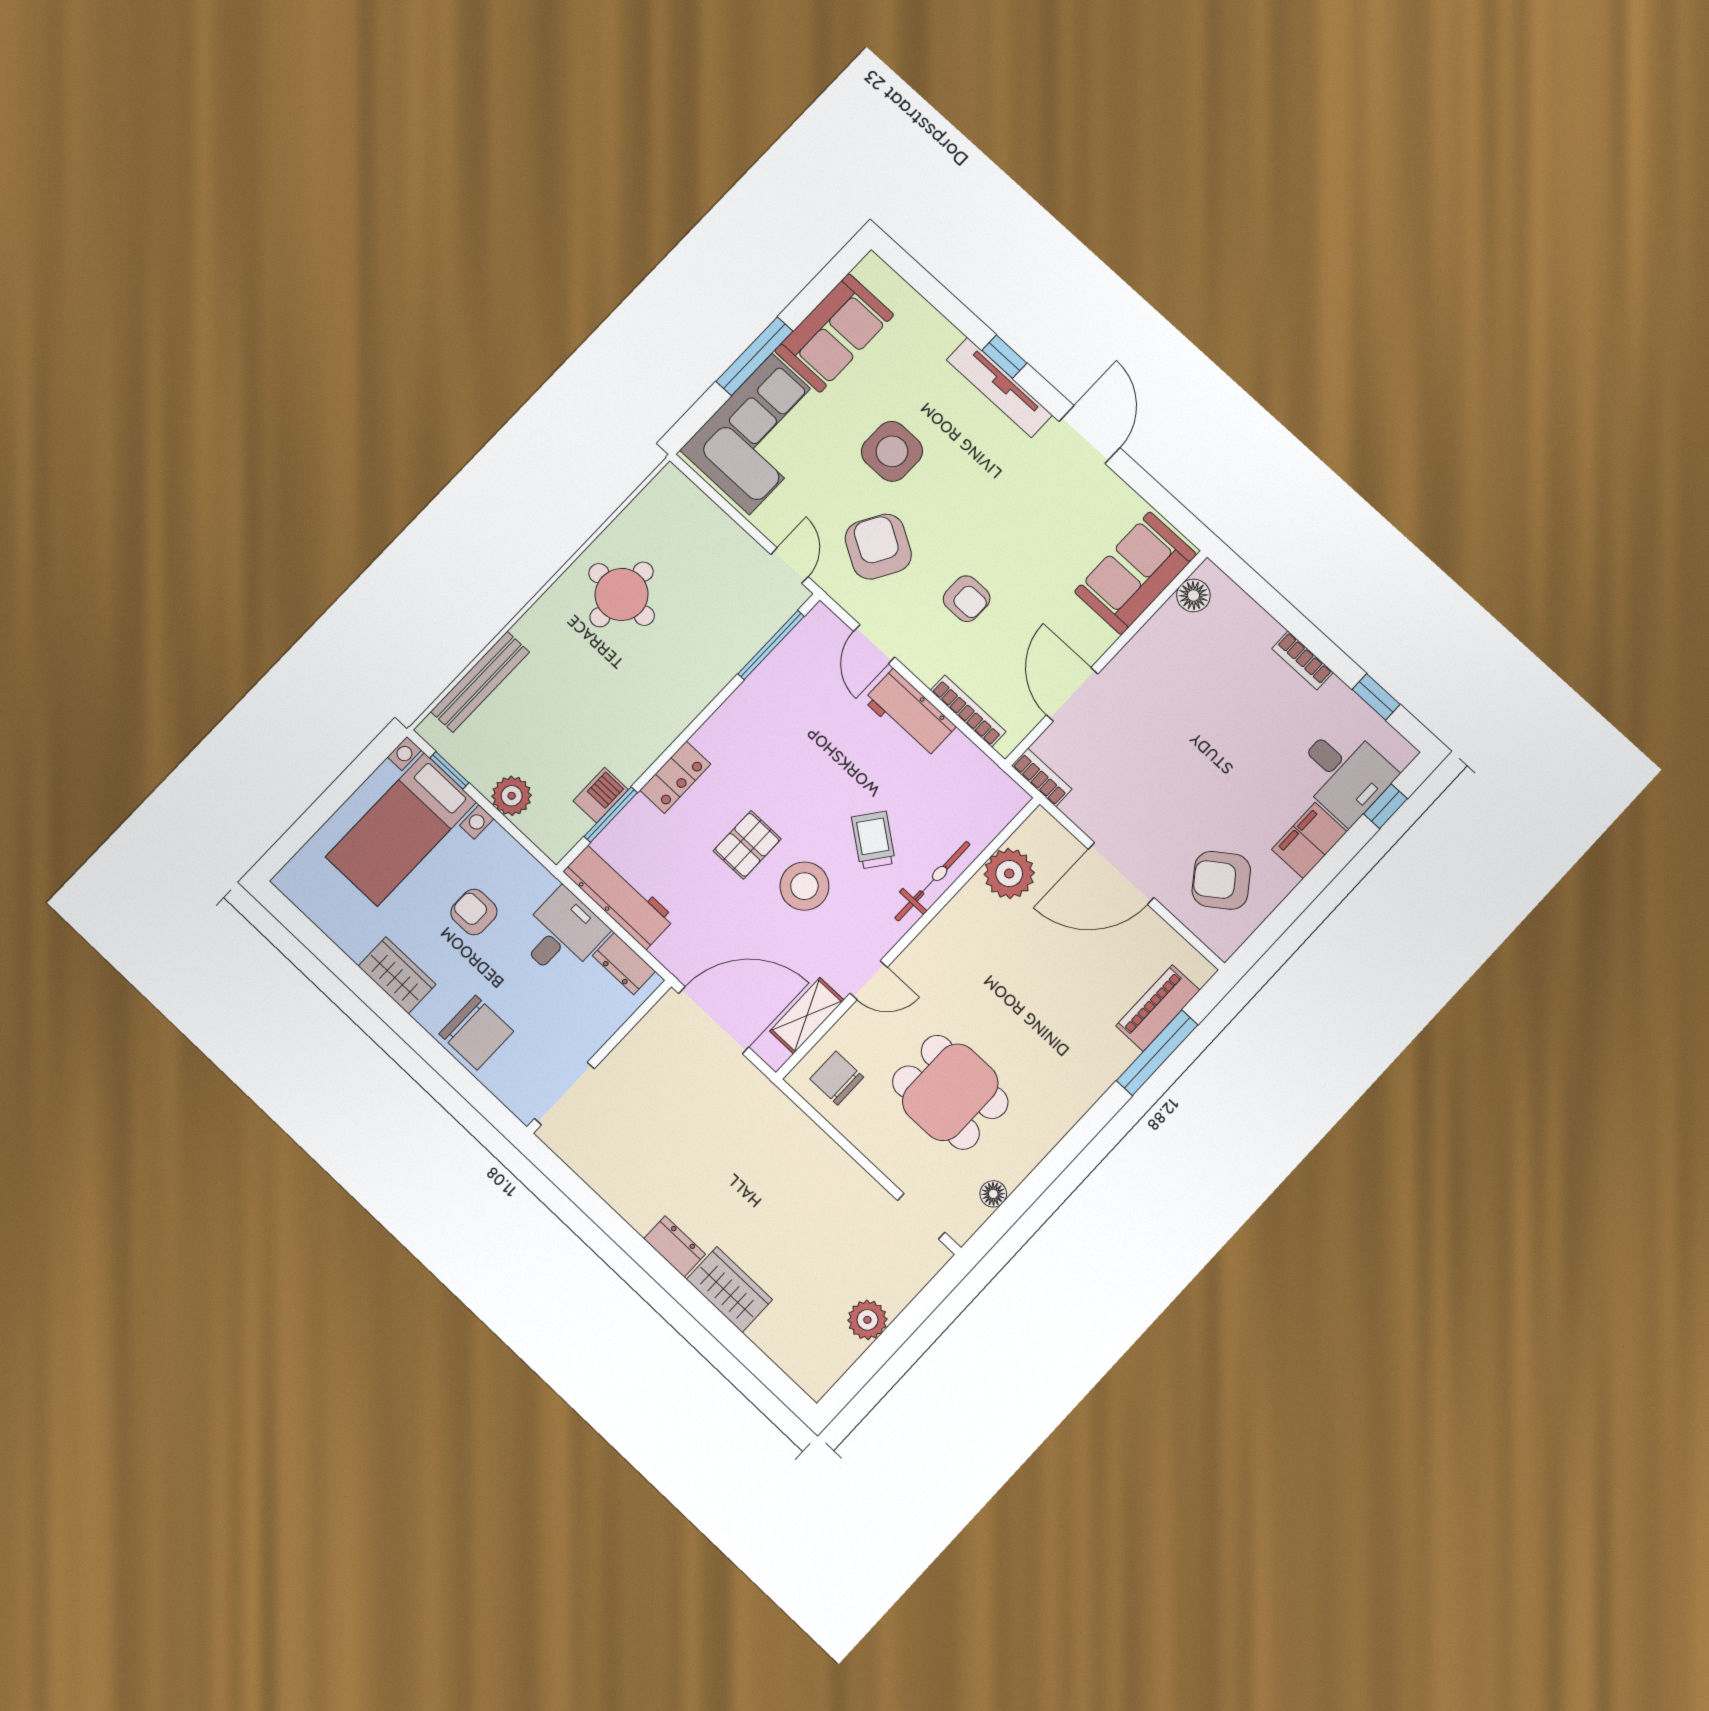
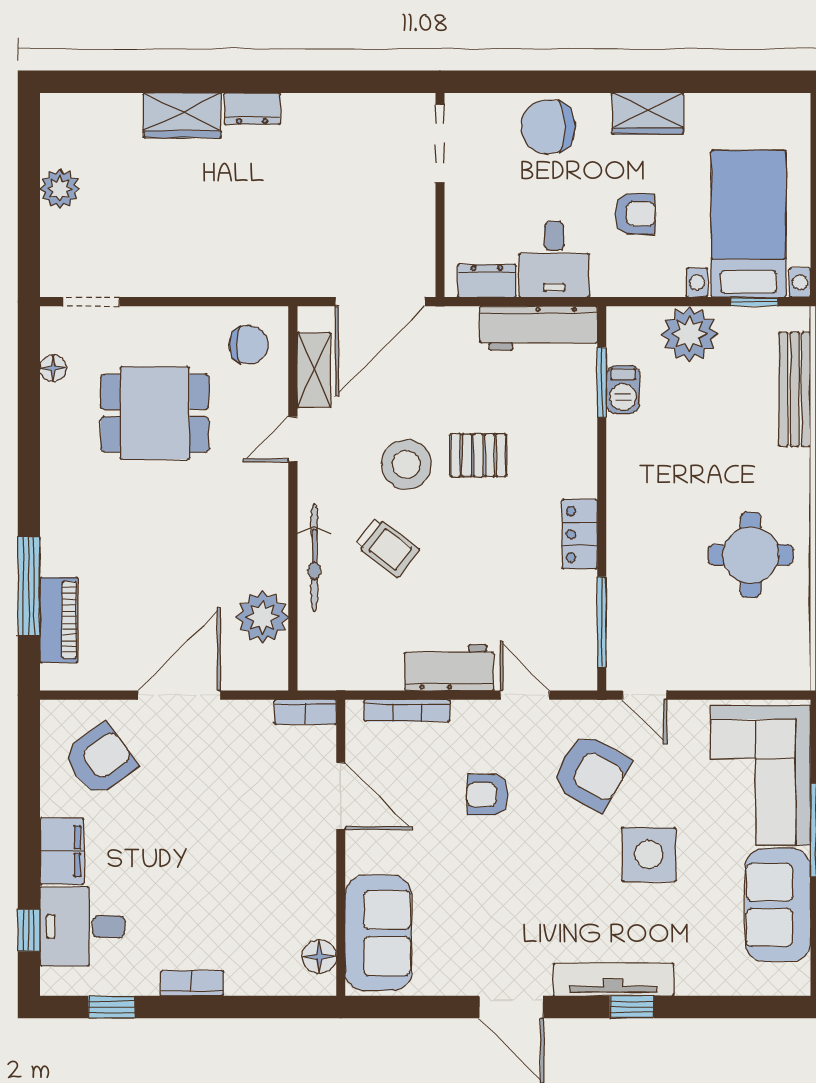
locker: (675, 777) -> (580, 534), moved
plant: (512, 796) -> (689, 334), width x1.36, depth x1.36
pallet: (747, 845) -> (478, 455), turned 90

